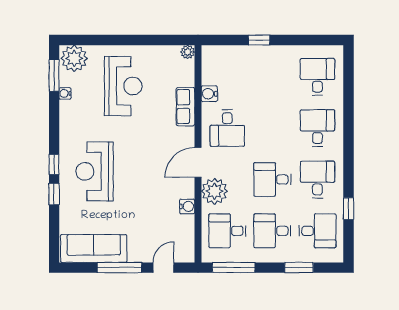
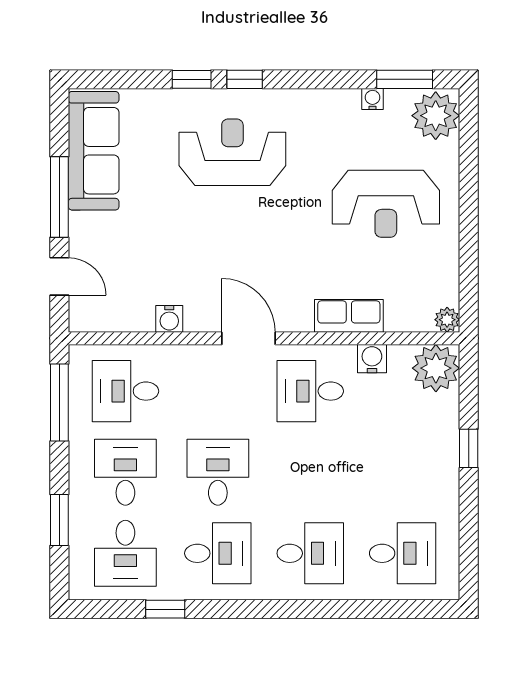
plant: (215, 191) -> (436, 368), moved
desk: (227, 231) -> (125, 391), turned -90

